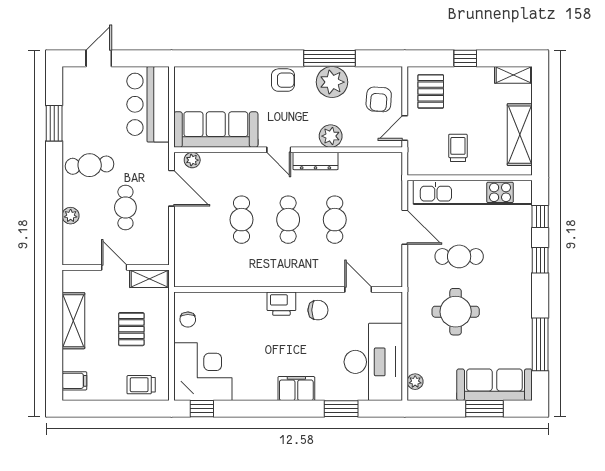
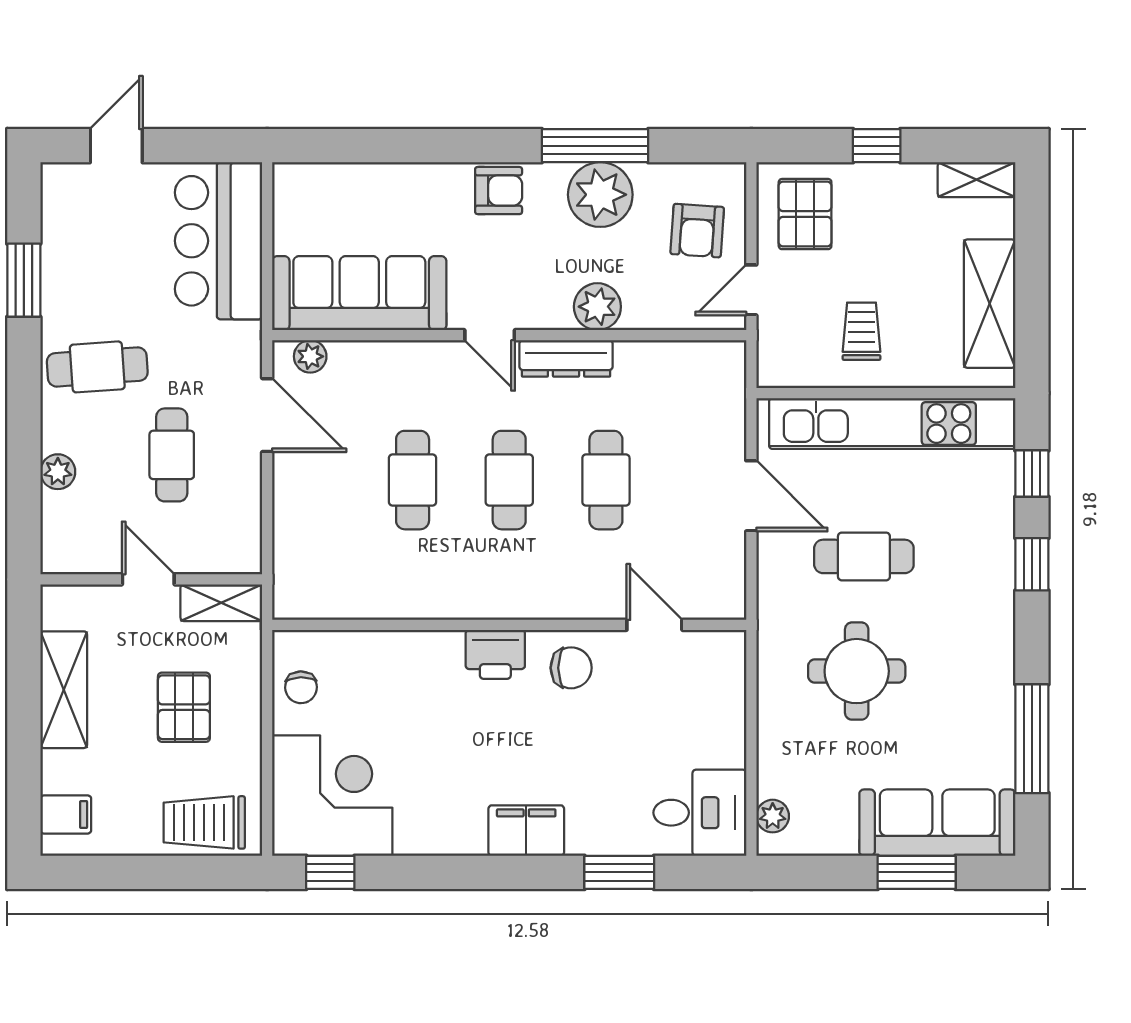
desk: (373, 362) -> (700, 813), width x0.53, depth x0.77
trolley: (141, 385) -> (204, 822), width x1.36, depth x1.39

